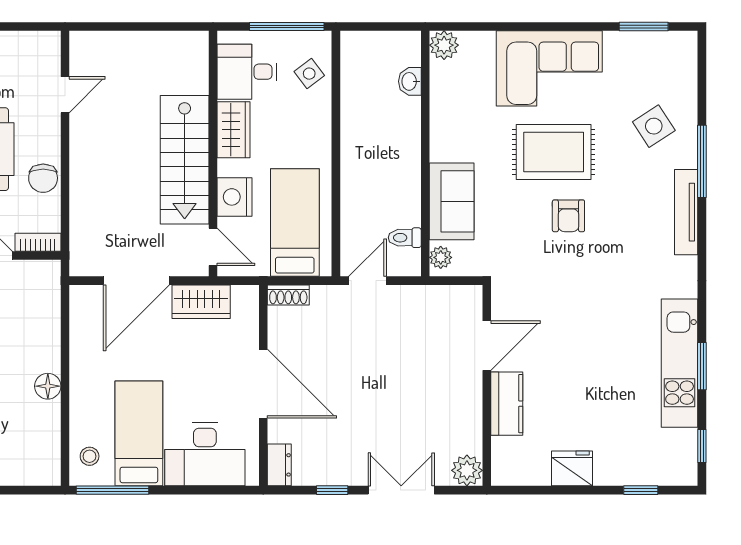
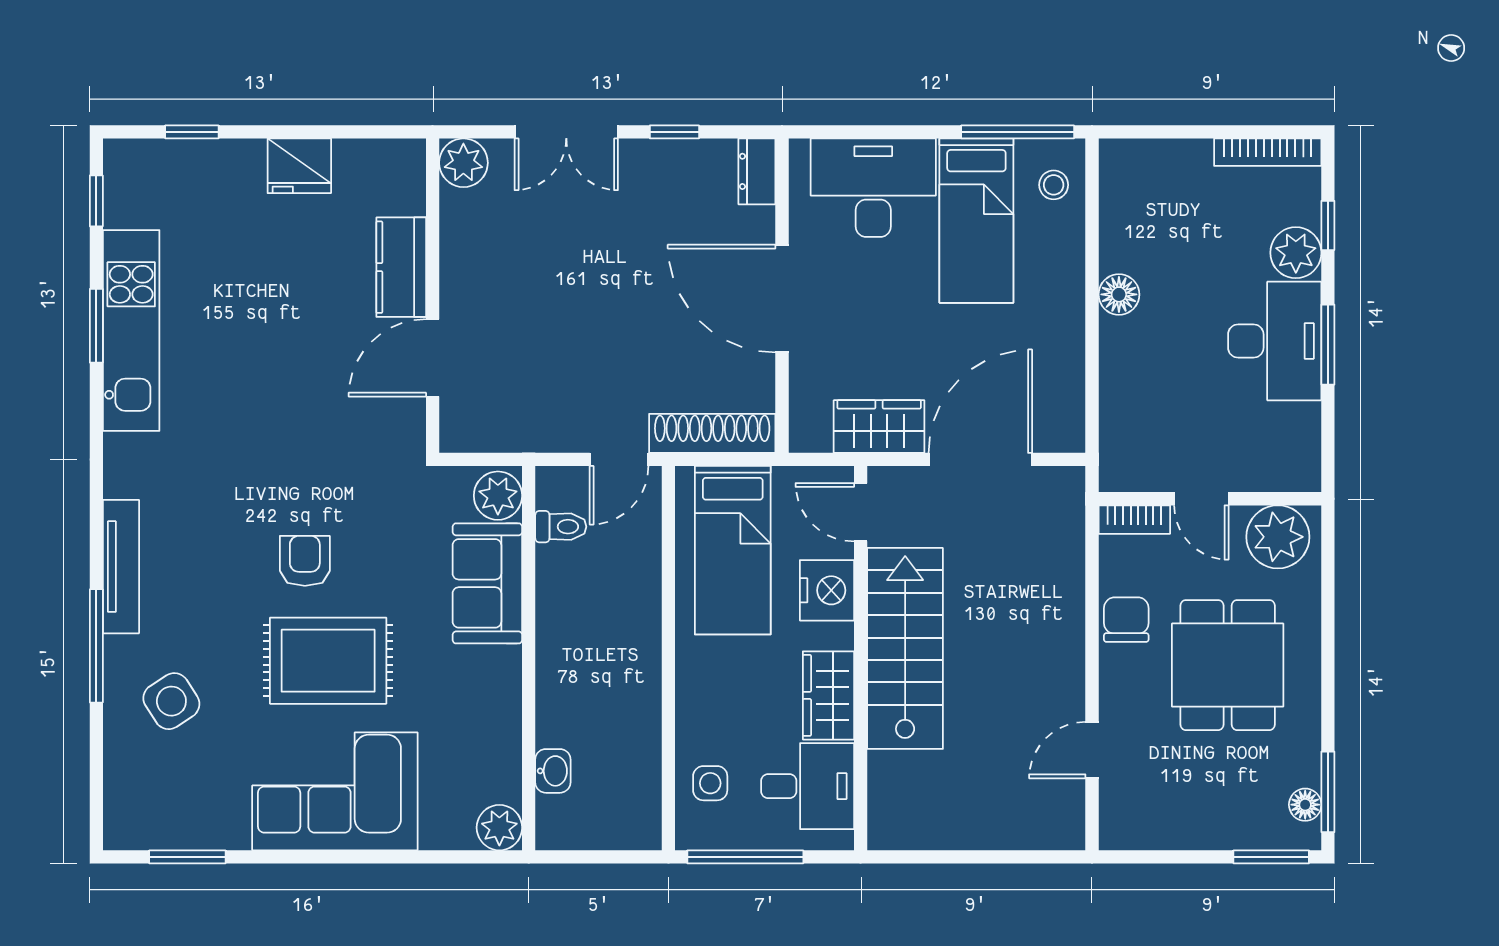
side table: (309, 74) -> (710, 783), turned 37
plant: (441, 257) -> (498, 496), width x1.38, depth x1.38
shoe rack: (288, 295) -> (712, 433), width x1.94, depth x1.24

